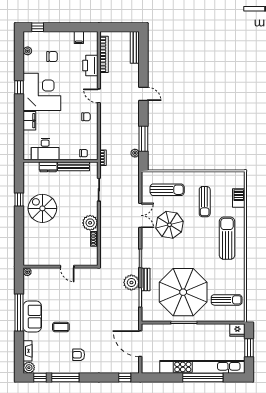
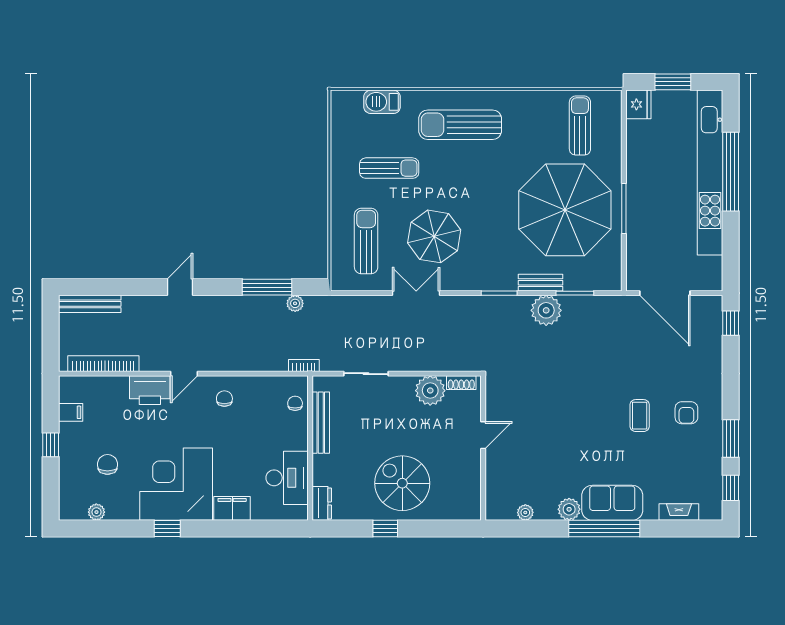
window: (38, 27) -> (51, 445), moved
printer: (90, 66) -> (150, 390), moved
dresser: (48, 167) -> (322, 503), moved
spiral stairs: (42, 208) -> (402, 483), turned 90
wall: (60, 267) -> (483, 448), moved
door: (67, 267) -> (483, 435), moved
coffee table: (61, 327) -> (640, 416), moved
door: (140, 344) -> (665, 293), hinge flipped
plant: (29, 368) -> (569, 509), moved
window: (65, 377) -> (731, 438), width x0.69

